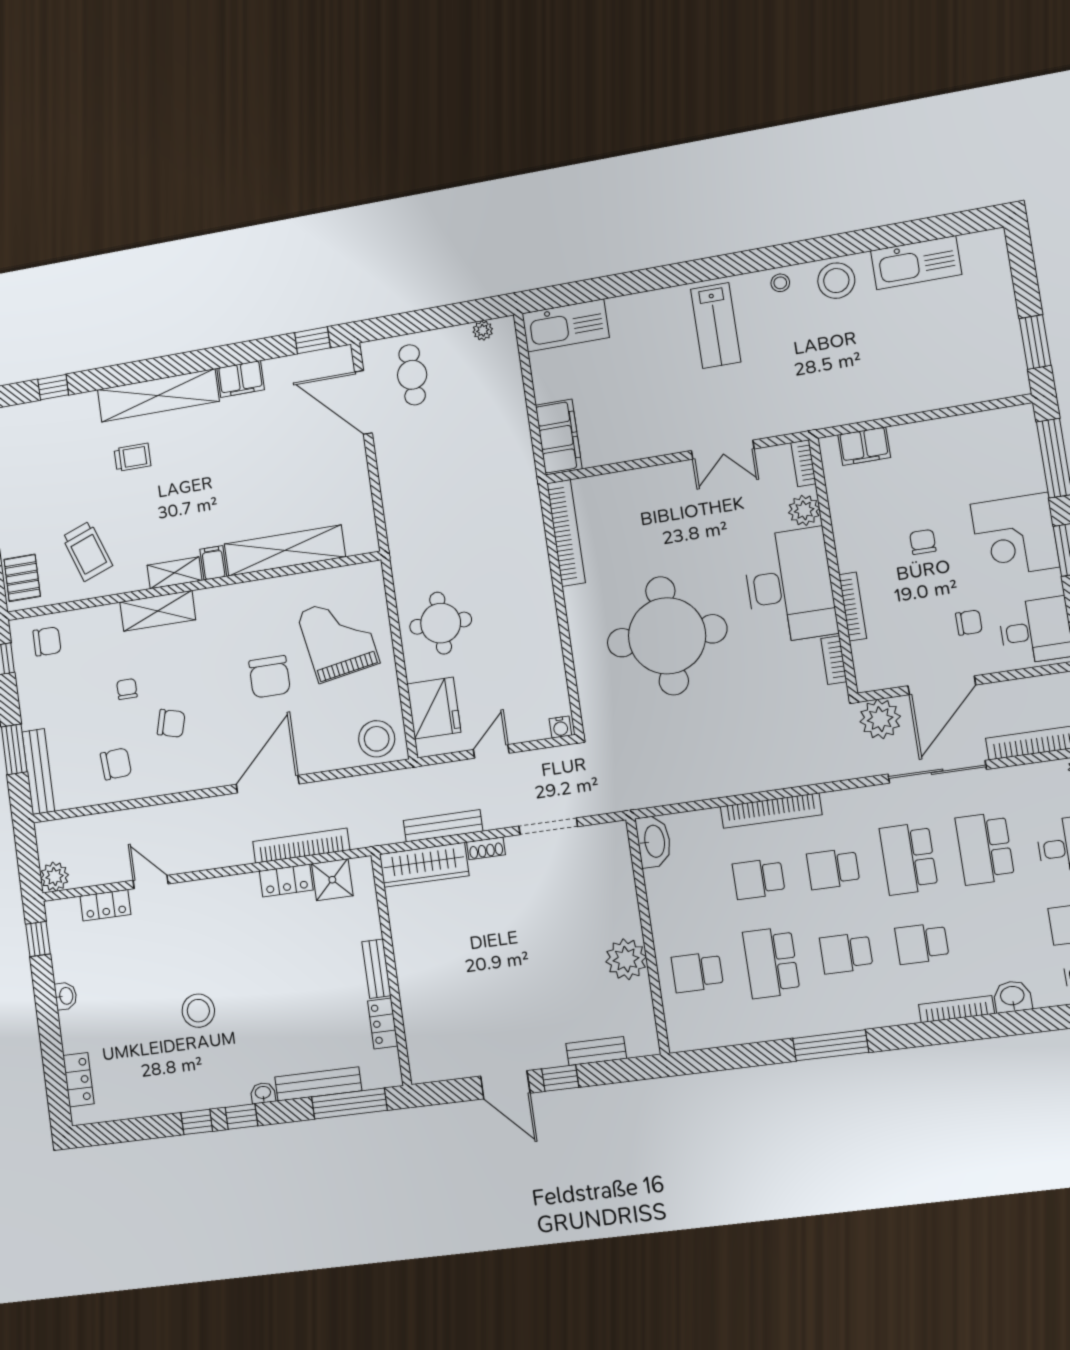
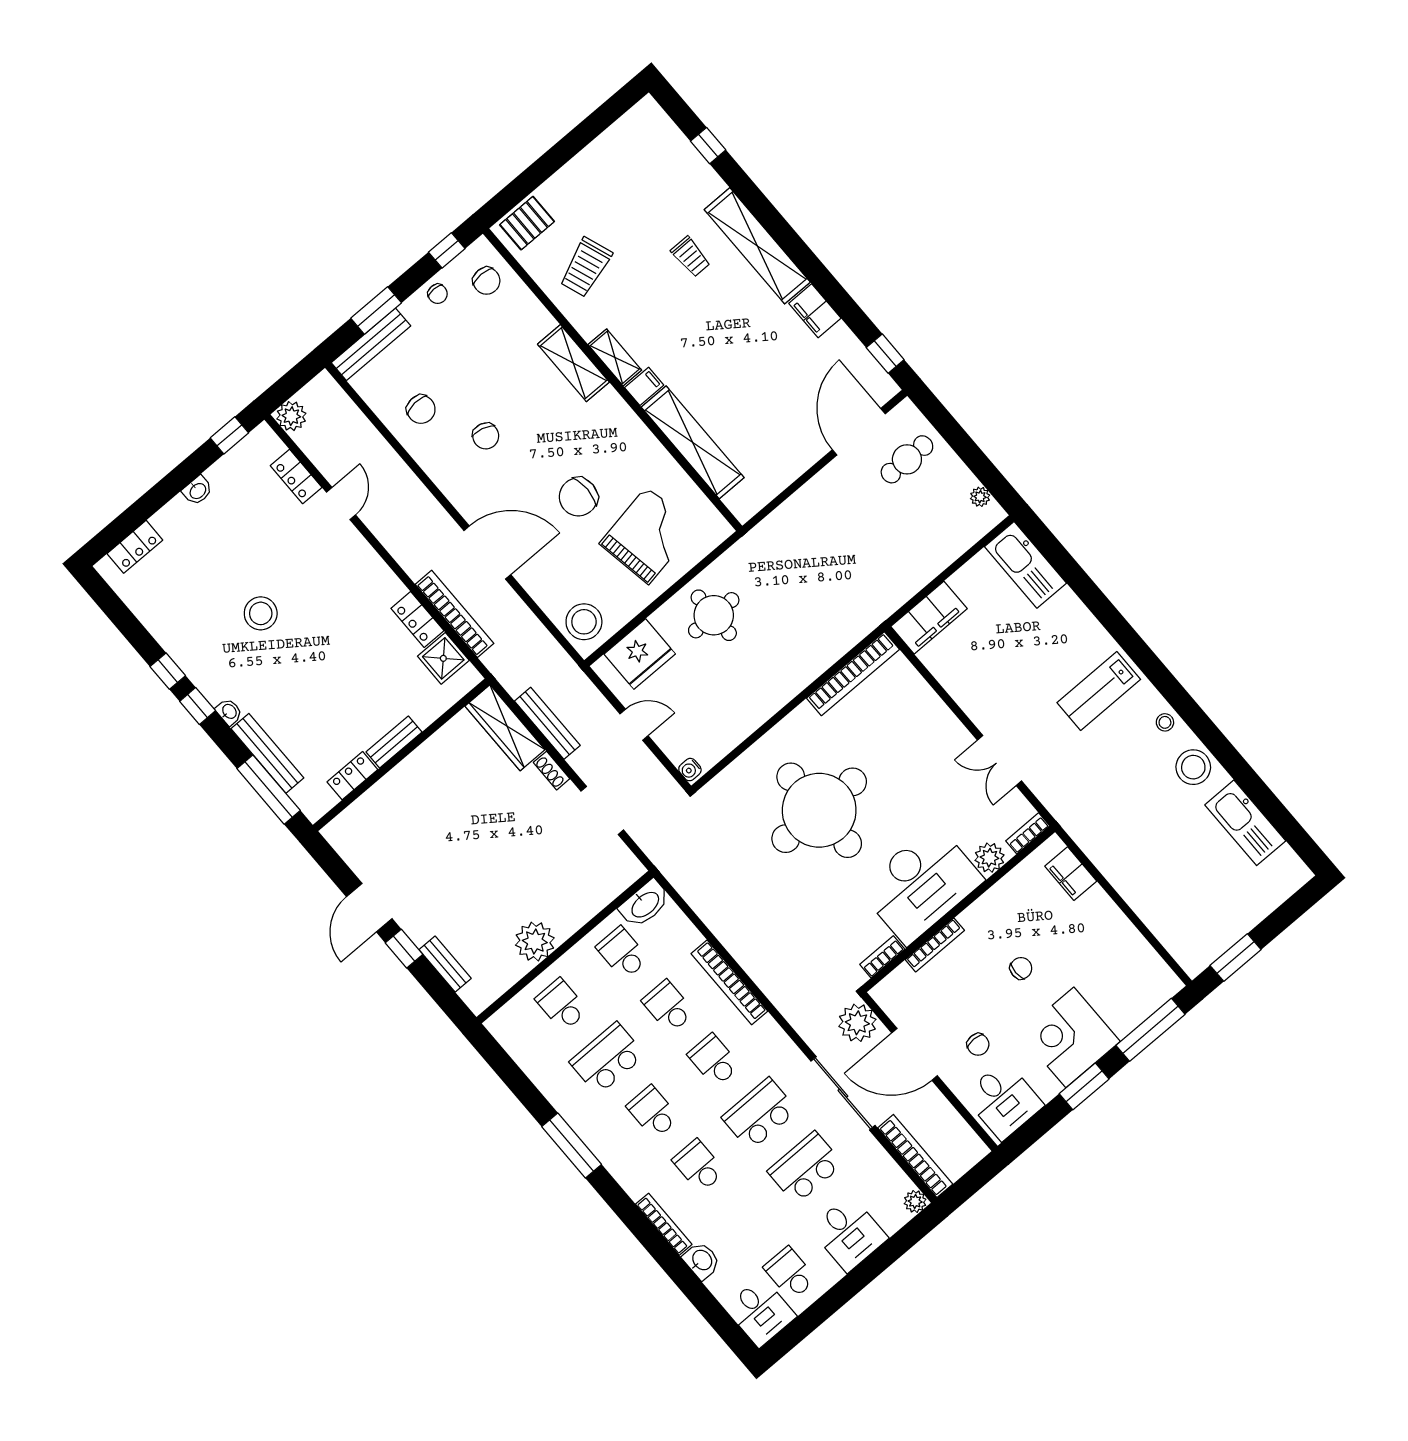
chair: (127, 689) -> (438, 294), moved, turned 90
school desk: (685, 889) -> (622, 953), added

